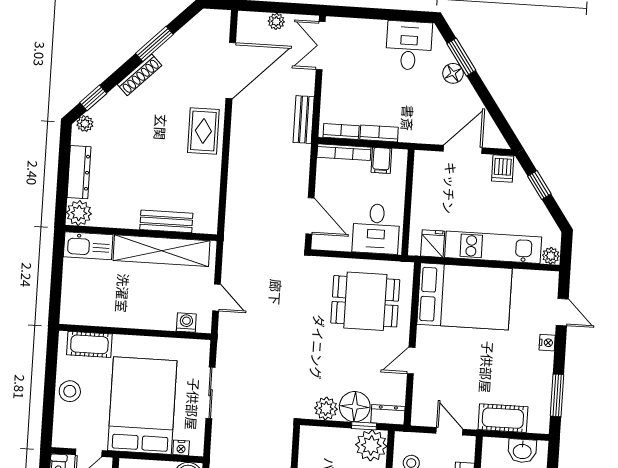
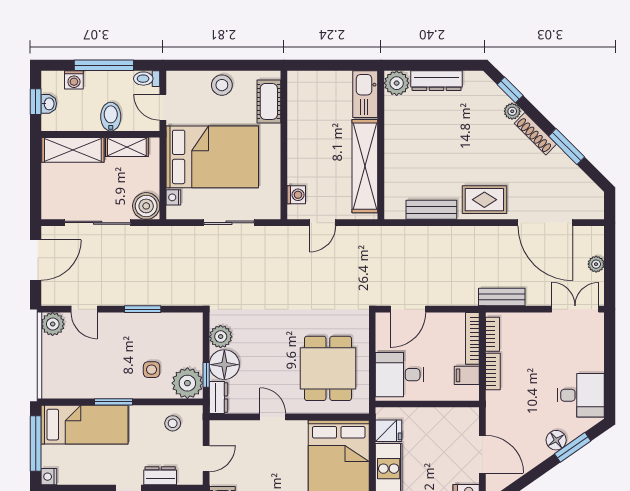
plant: (85, 124) -> (512, 111), moved
bench: (166, 221) -> (431, 210), moved, turned 90

